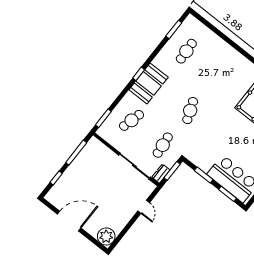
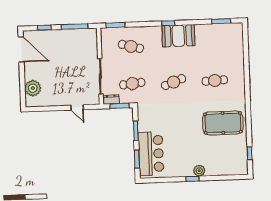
cafe table: (186, 51) -> (215, 81), moved
booth: (149, 83) -> (178, 36), moved
door: (144, 207) -> (77, 107), hinge flipped
door: (69, 221) -> (21, 49), moved
plant: (106, 236) -> (33, 88), moved

